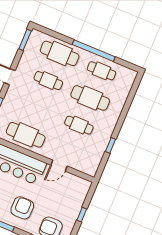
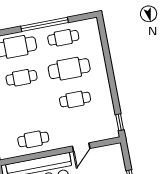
cafe table: (26, 135) -> (33, 139), width x0.73, depth x0.74
window: (111, 145) -> (120, 122), moved

